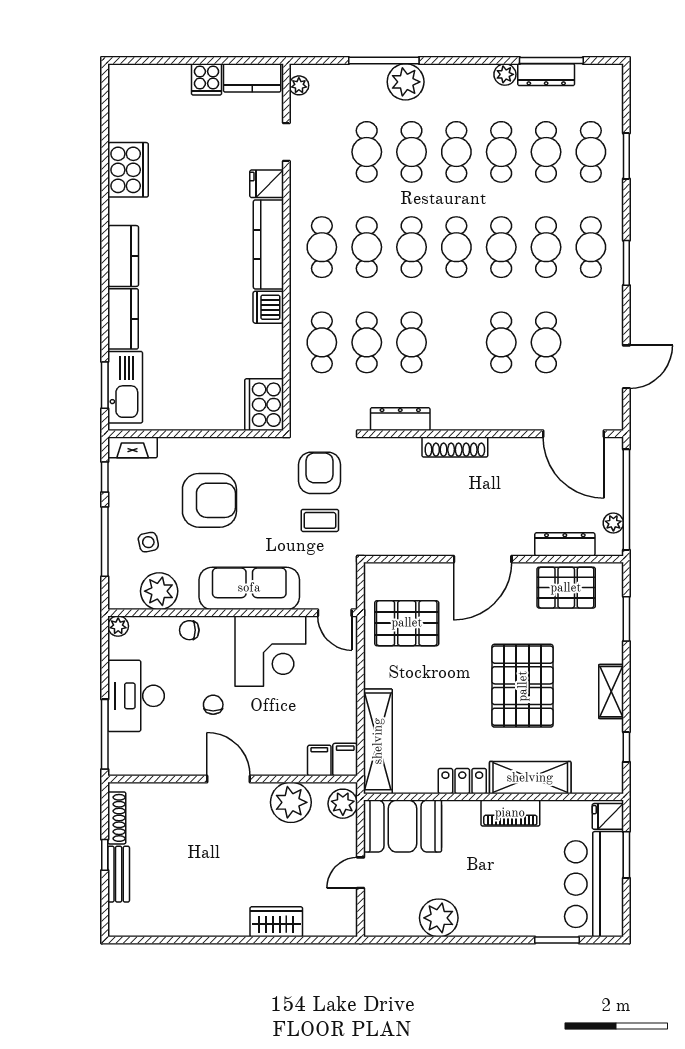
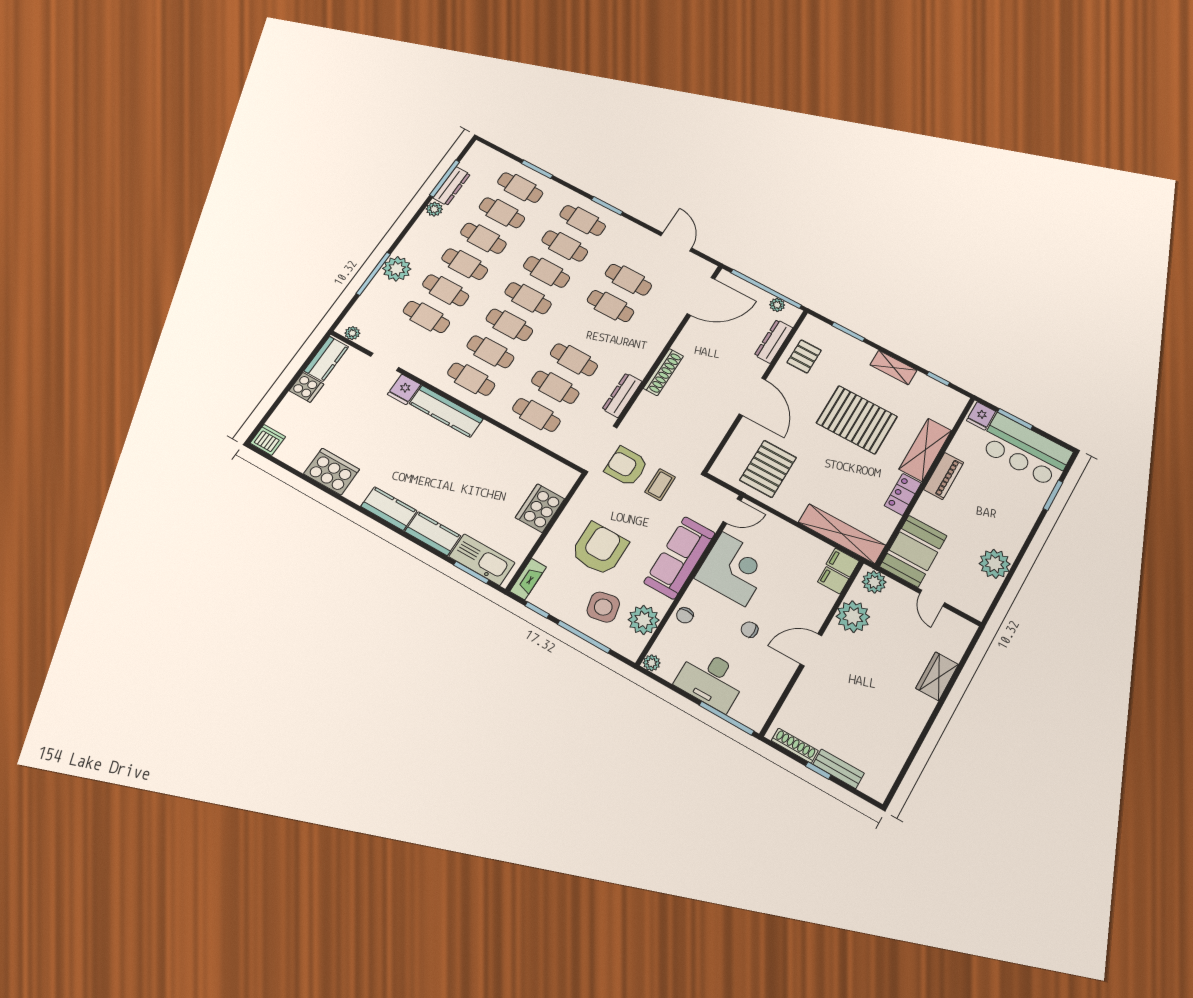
dishwasher: (268, 307) -> (268, 440), moved, turned 180
cooker: (264, 405) -> (540, 508), moved, turned 90
side table: (148, 542) -> (603, 607), width x1.87, depth x1.87
pallet: (566, 588) -> (804, 356), width x0.67, depth x0.71

